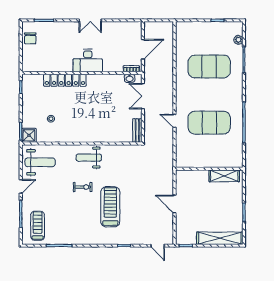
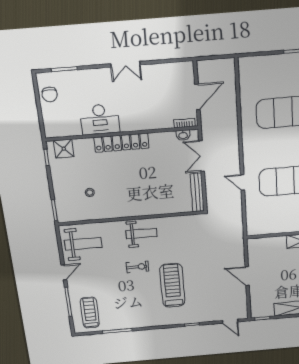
desk: (88, 60) -> (100, 119), moved
locker: (65, 80) -> (121, 143), moved
bench: (137, 131) -> (197, 192), width x1.36
shower: (29, 135) -> (64, 149), moved
weight bench: (89, 158) -> (141, 234), turned 180

